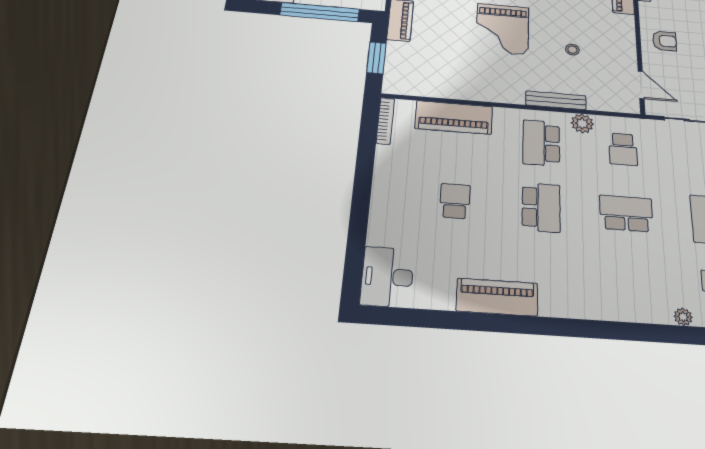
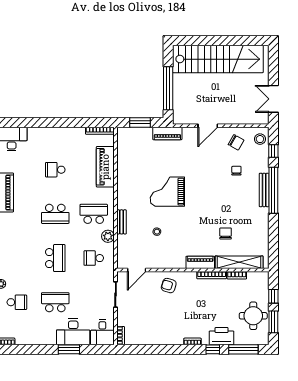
armchair: (665, 41) -> (169, 286), turned 107
bench: (556, 100) -> (122, 222), width x0.73
school desk: (455, 201) -> (55, 170), turned 180

